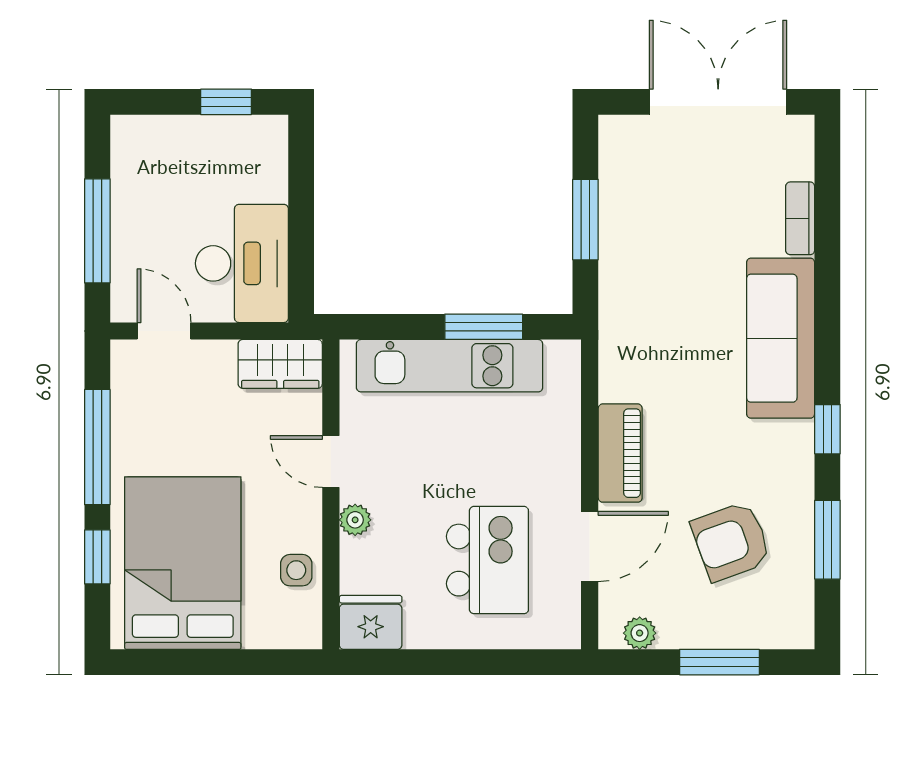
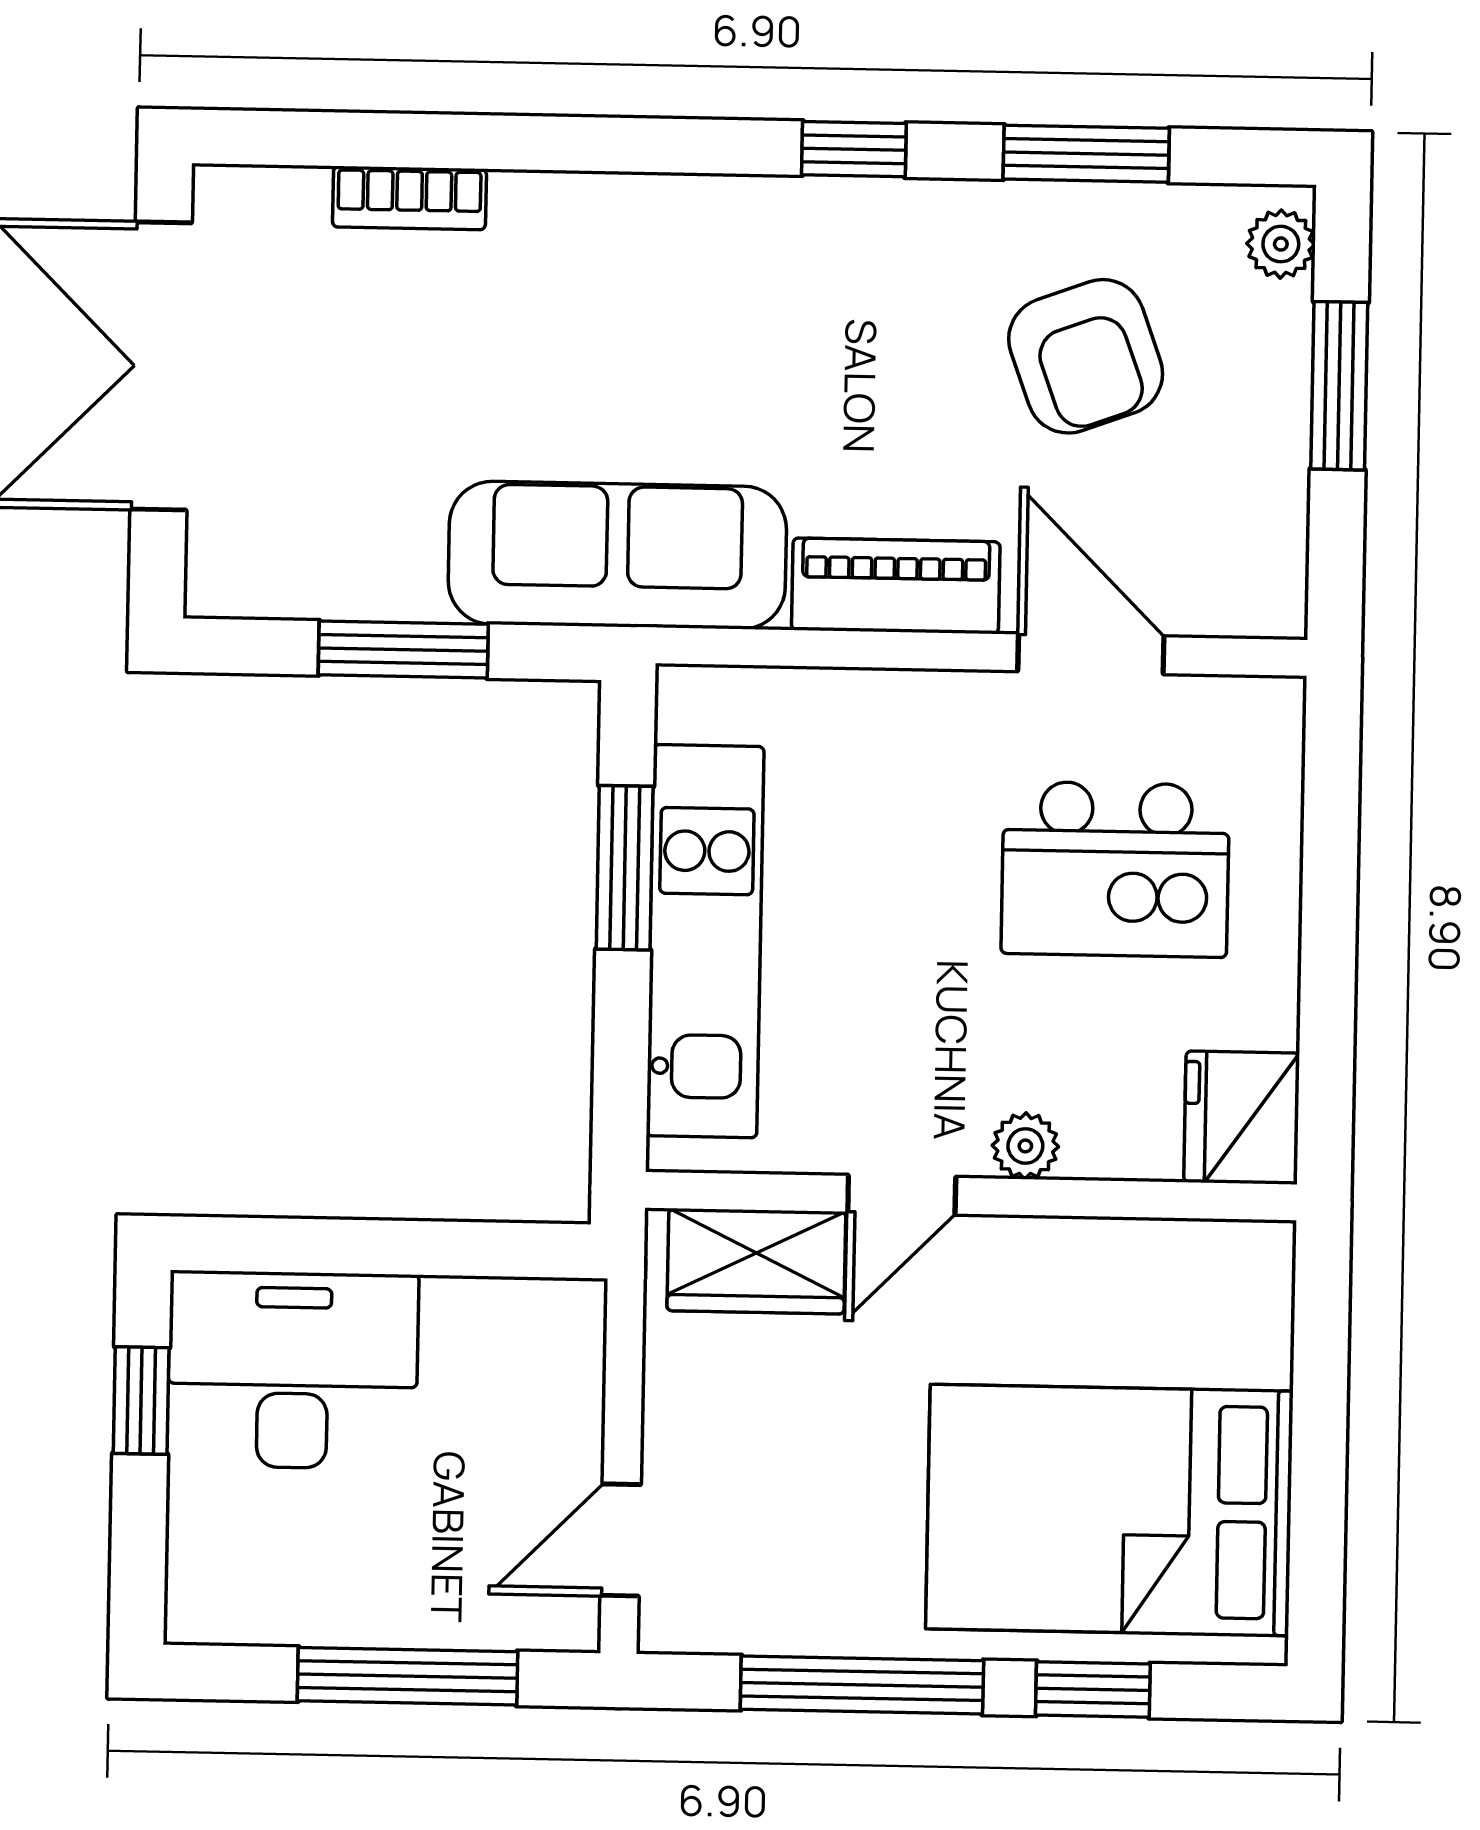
desk: (242, 263) -> (293, 1370), moved
sofa: (781, 338) -> (617, 555), moved, turned 180
wardrobe: (280, 364) -> (756, 1261), moved, turned 90
kitchen island: (487, 560) -> (1115, 869), turned 180
side table: (296, 570) -> (1129, 1272), removed
plant: (640, 633) -> (1281, 244), moved

